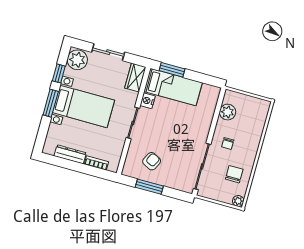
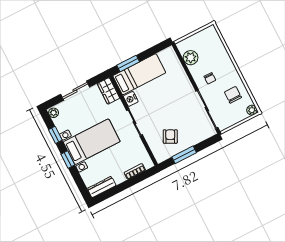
plant: (77, 60) -> (54, 113), width x0.53, depth x0.53
window: (51, 103) -> (68, 160), width x0.67
dresser: (70, 154) -> (102, 187), moved

